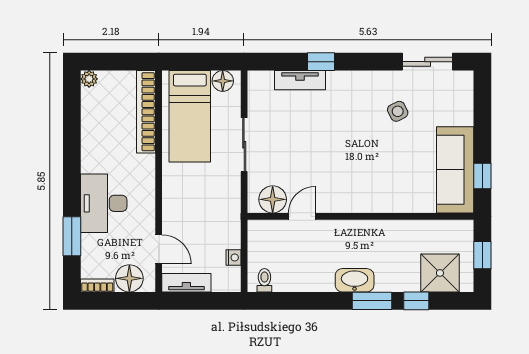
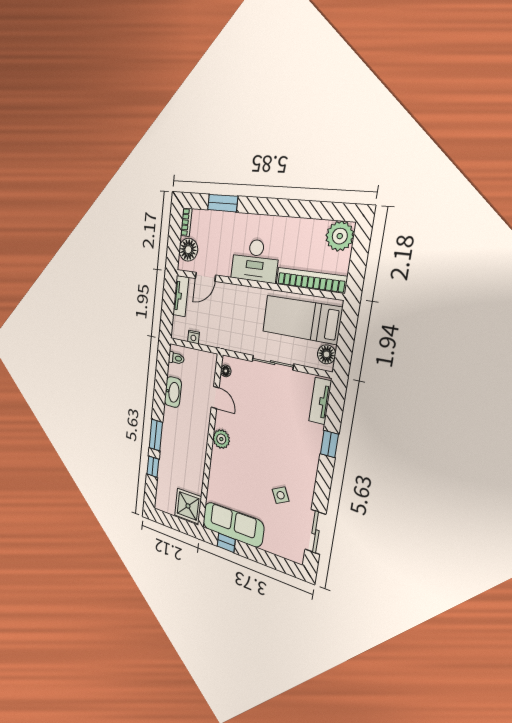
plant: (89, 79) -> (340, 236), width x1.87, depth x1.87
tv unit: (300, 80) -> (320, 401), moved
floor lamp: (273, 199) -> (226, 371), width x0.53, depth x0.53
plant: (351, 201) -> (221, 439), added
desk: (104, 203) -> (255, 260), moved, turned 180
window: (482, 255) -> (176, 523), removed
shower: (440, 273) -> (188, 506), moved
washbasin: (355, 280) -> (173, 392), moved

